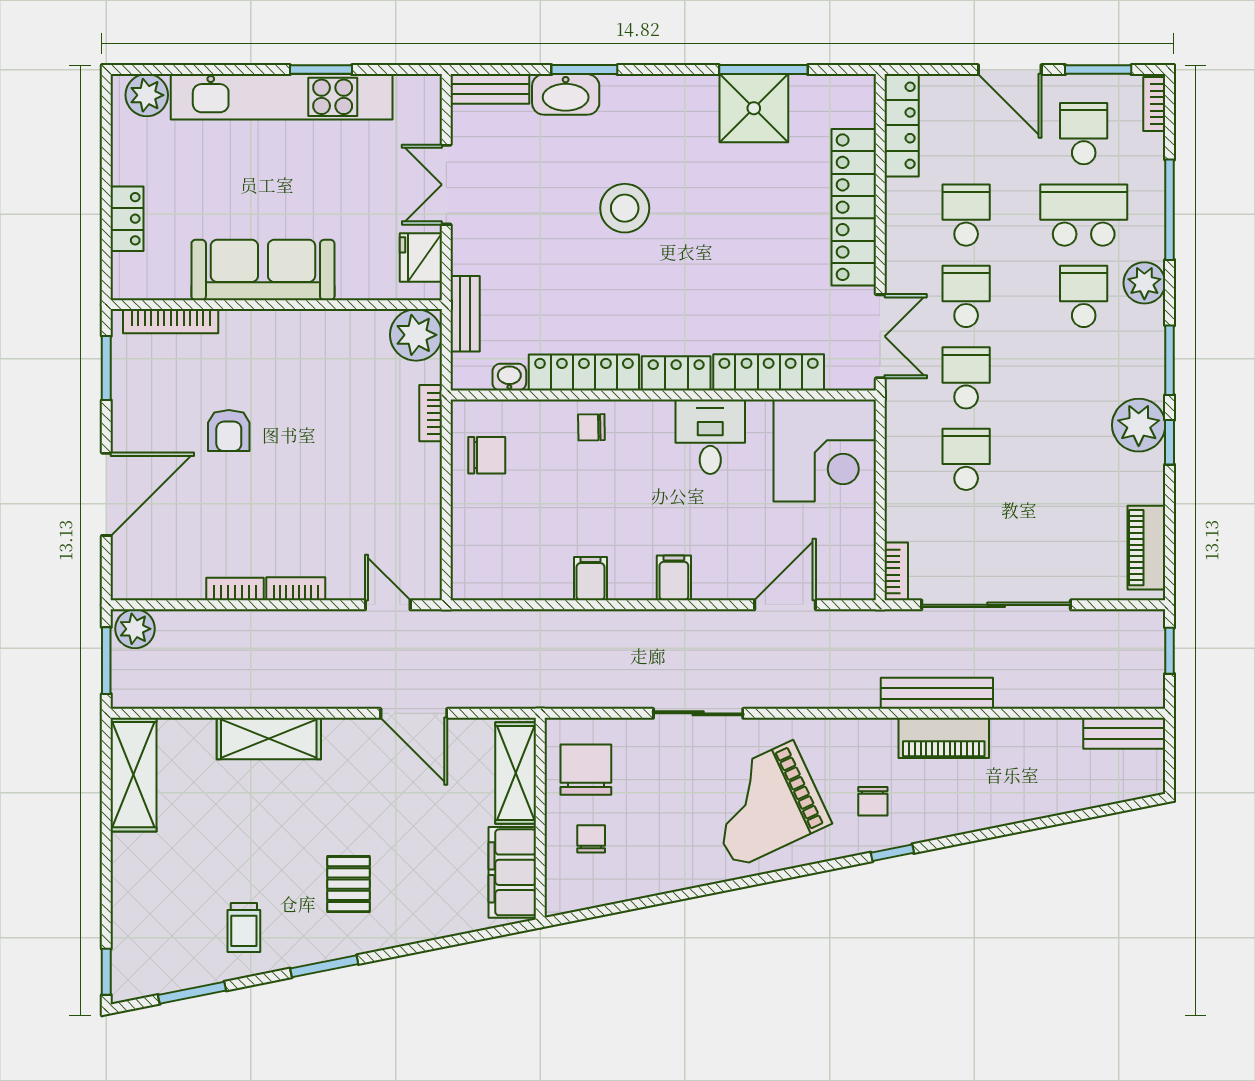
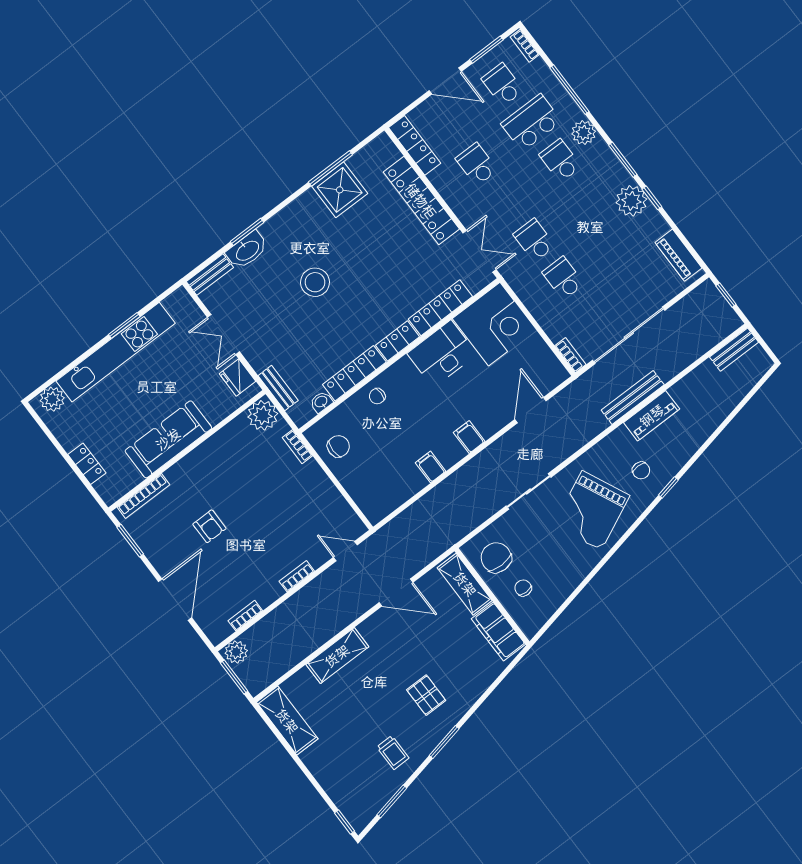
school desk: (966, 296) -> (505, 202), removed
desk: (710, 437) -> (442, 354), width x1.37
bookcase: (235, 589) -> (245, 616), moved

